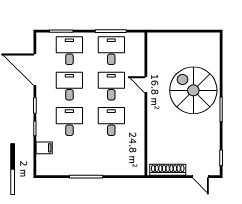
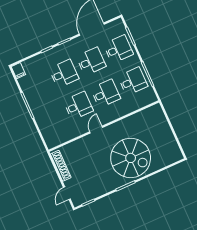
door: (146, 85) -> (96, 130), moved
spiral stairs: (193, 90) -> (131, 158), turned 90
filing cabinet: (44, 148) -> (18, 71), moved

